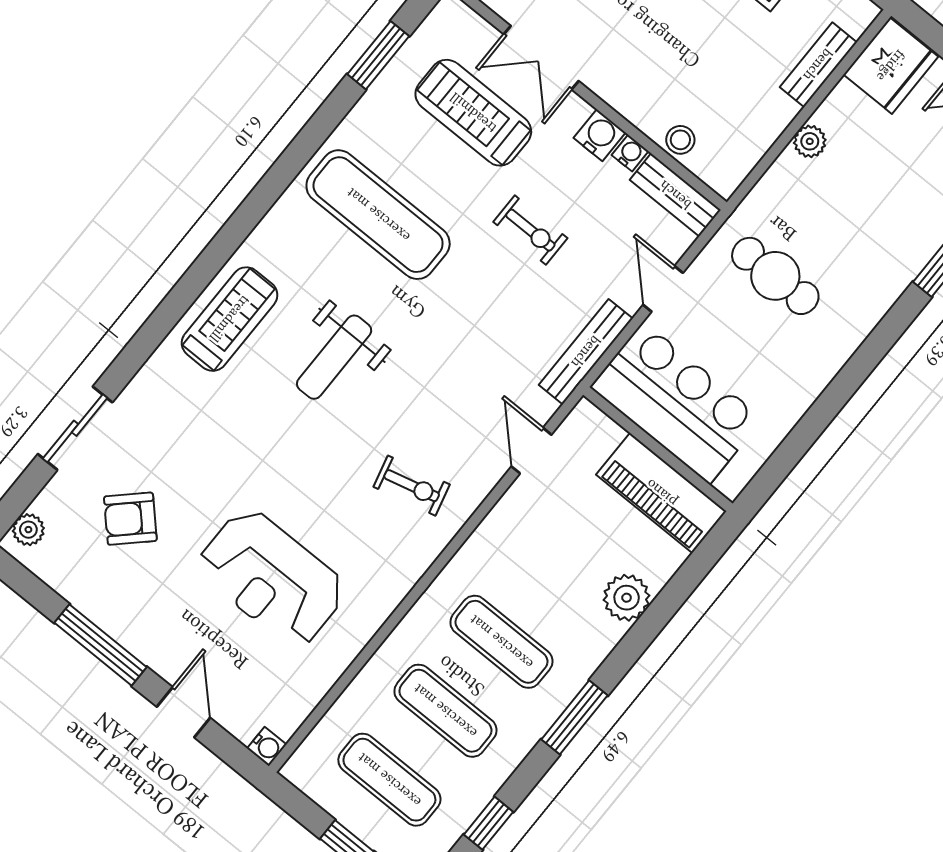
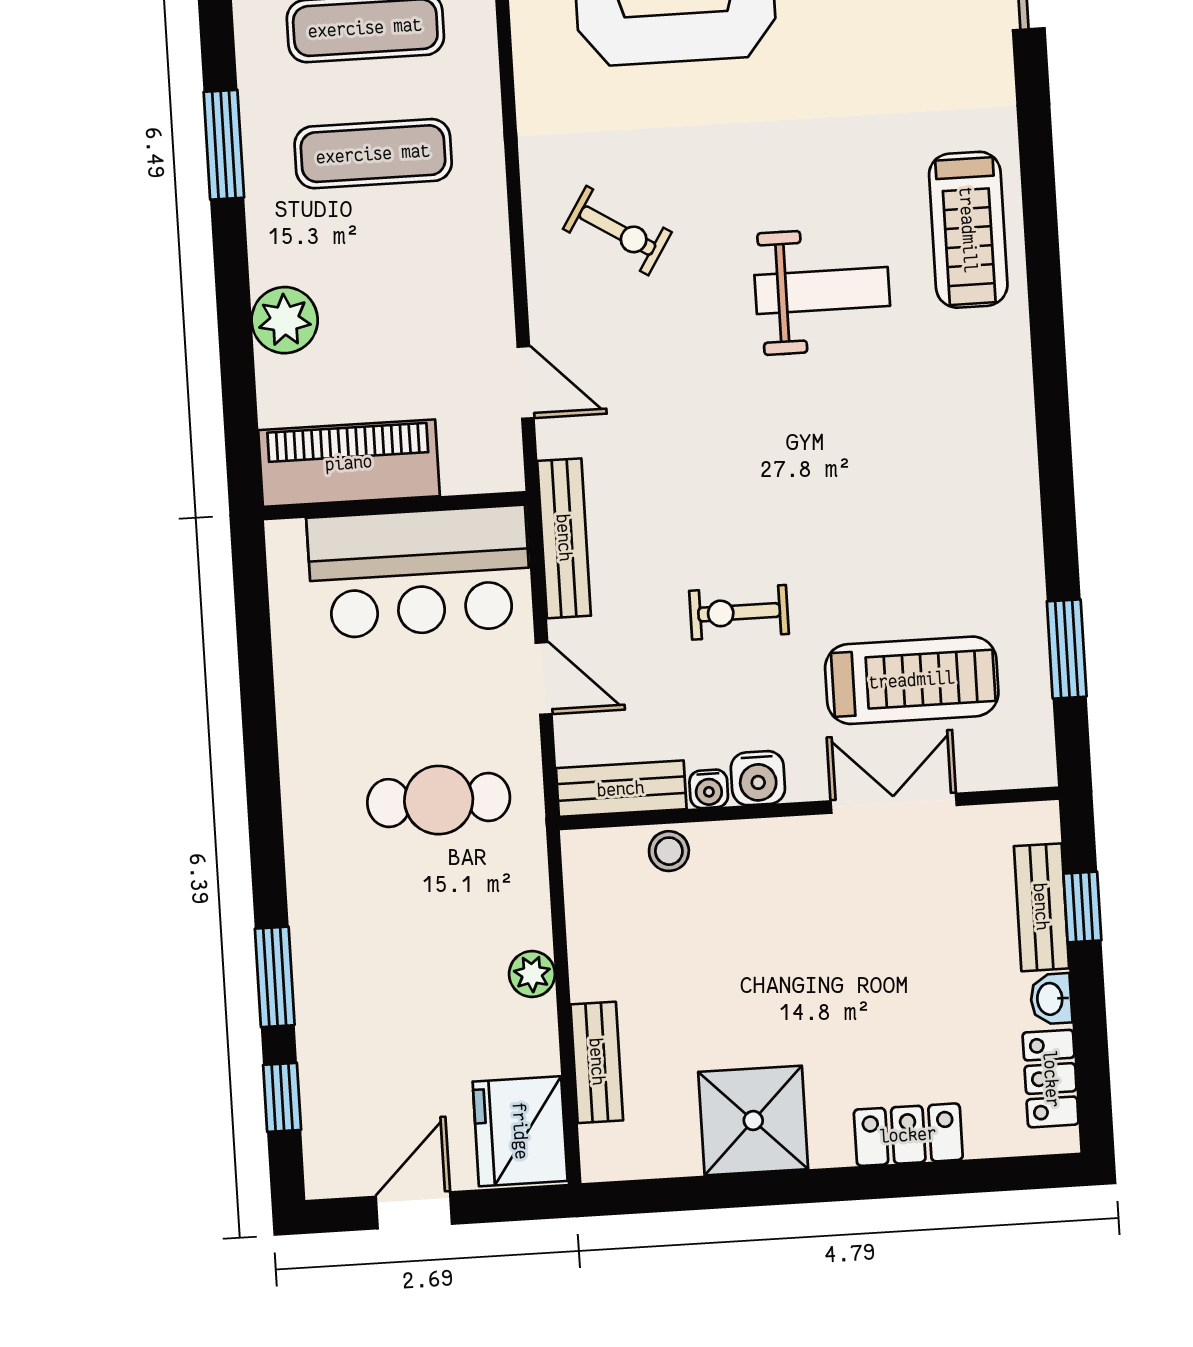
exercise mat: (378, 215) -> (913, 482), removed
weight bench: (334, 357) -> (822, 291), turned 90
exercise bike: (412, 486) -> (617, 231), turned -134

